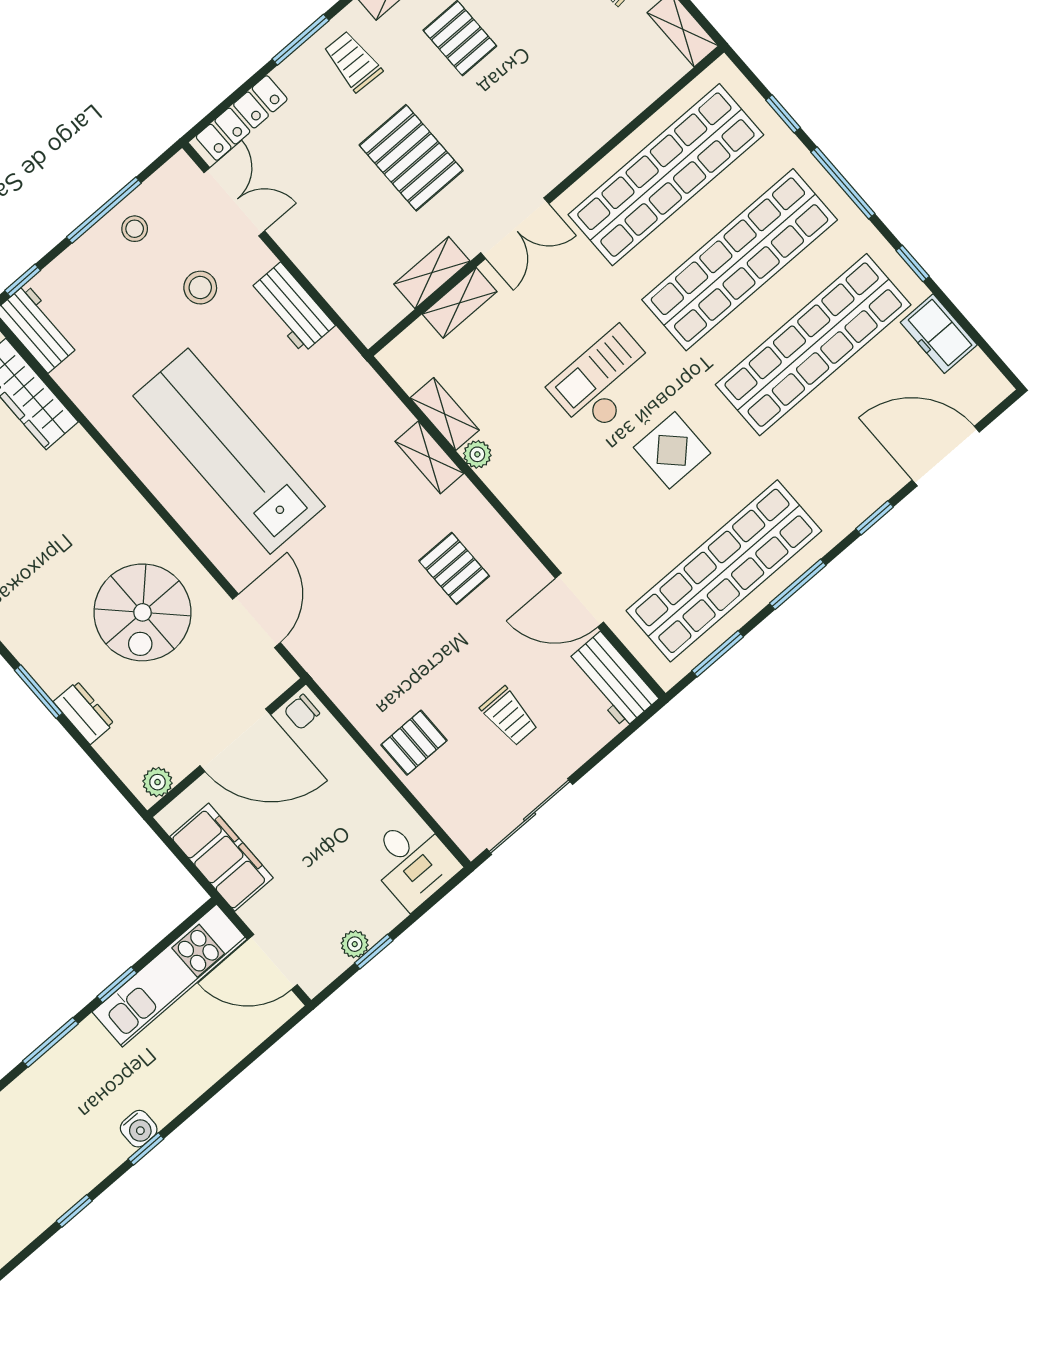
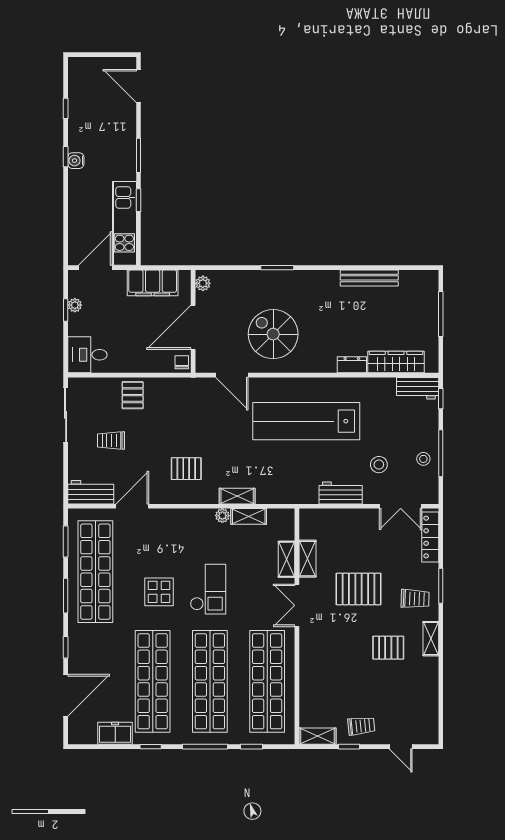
lab bench: (229, 451) -> (306, 421), turned 180
dresser: (84, 713) -> (352, 365), moved, turned 180

